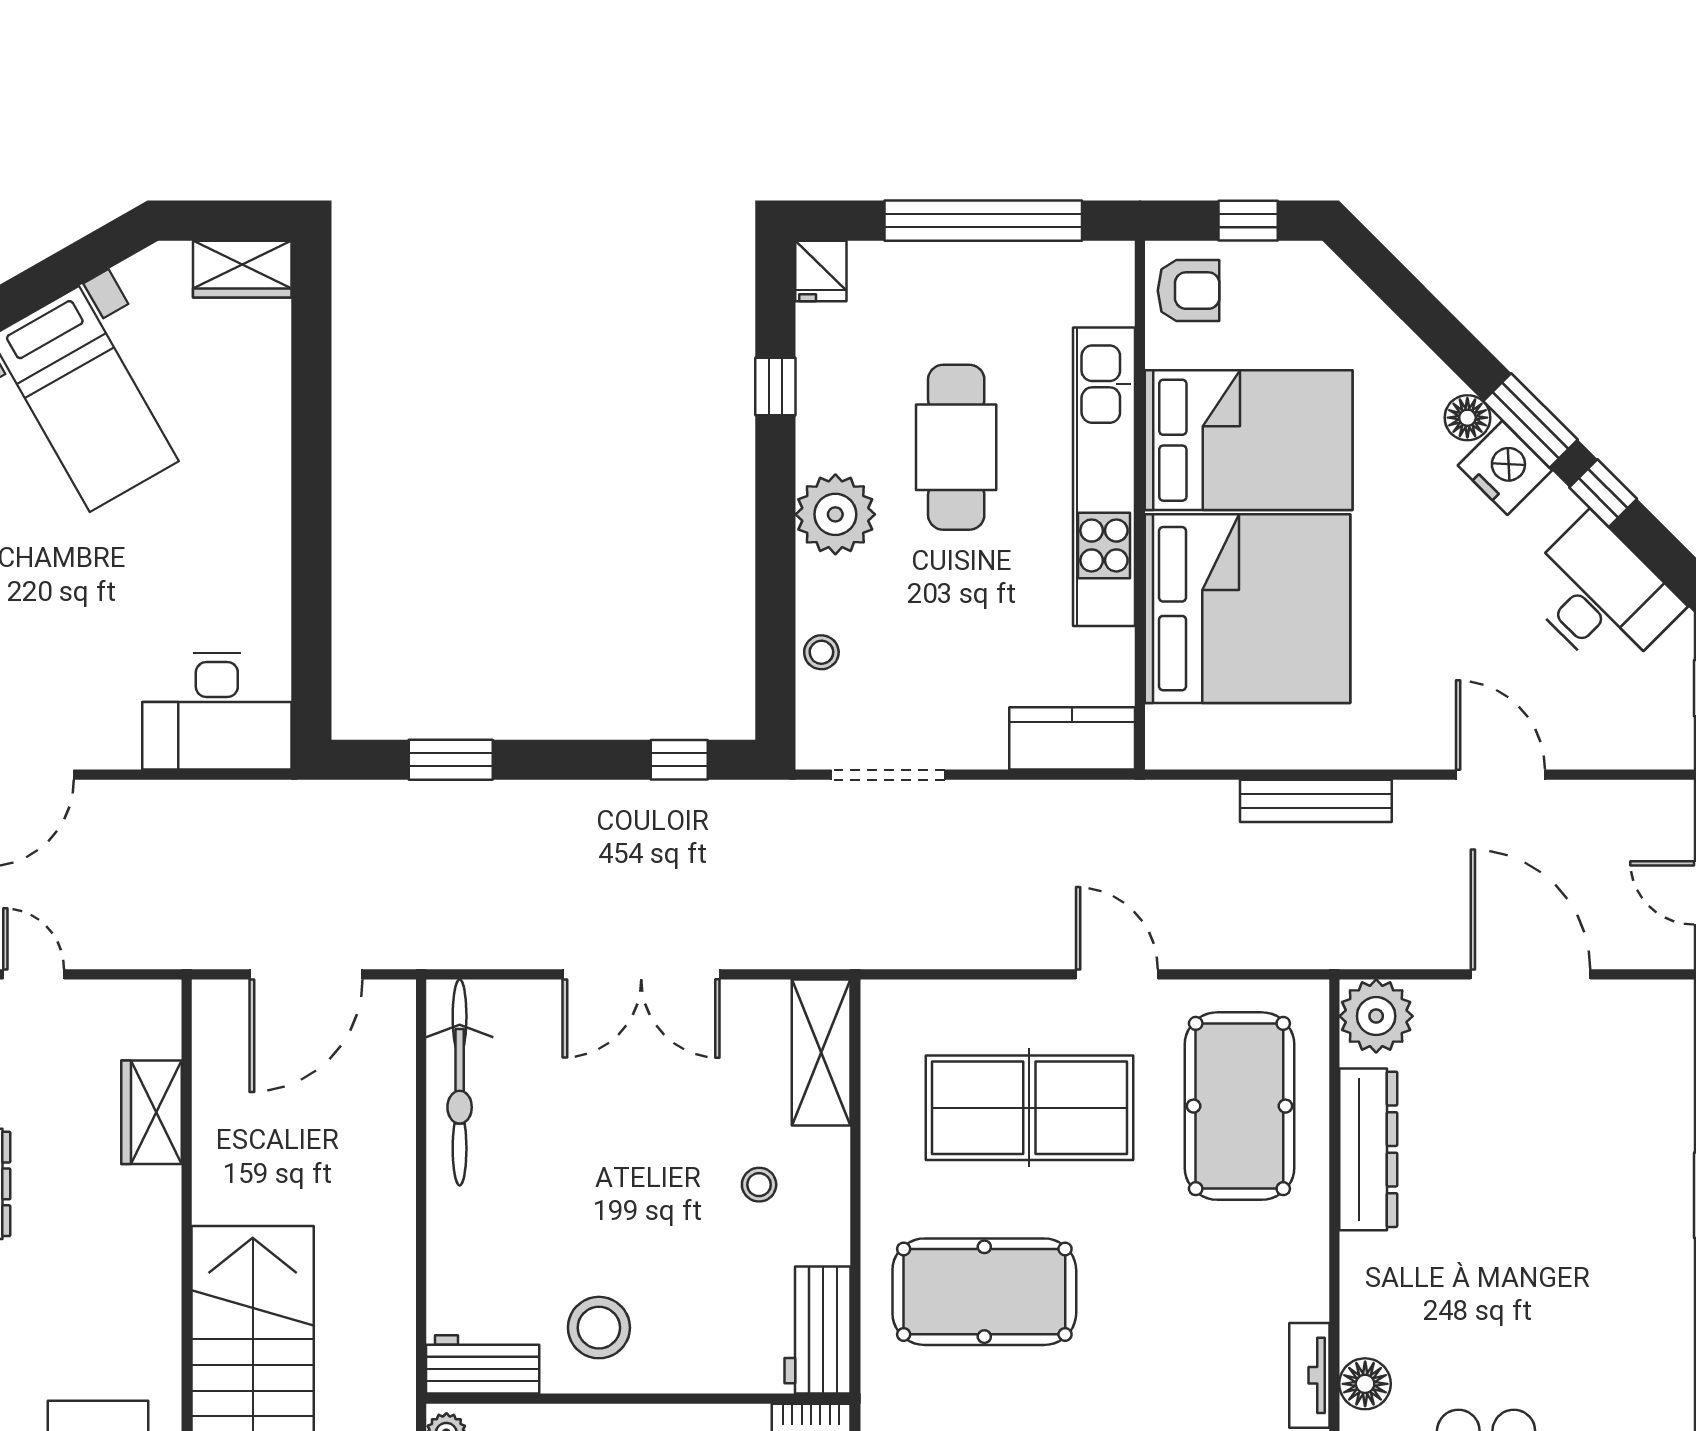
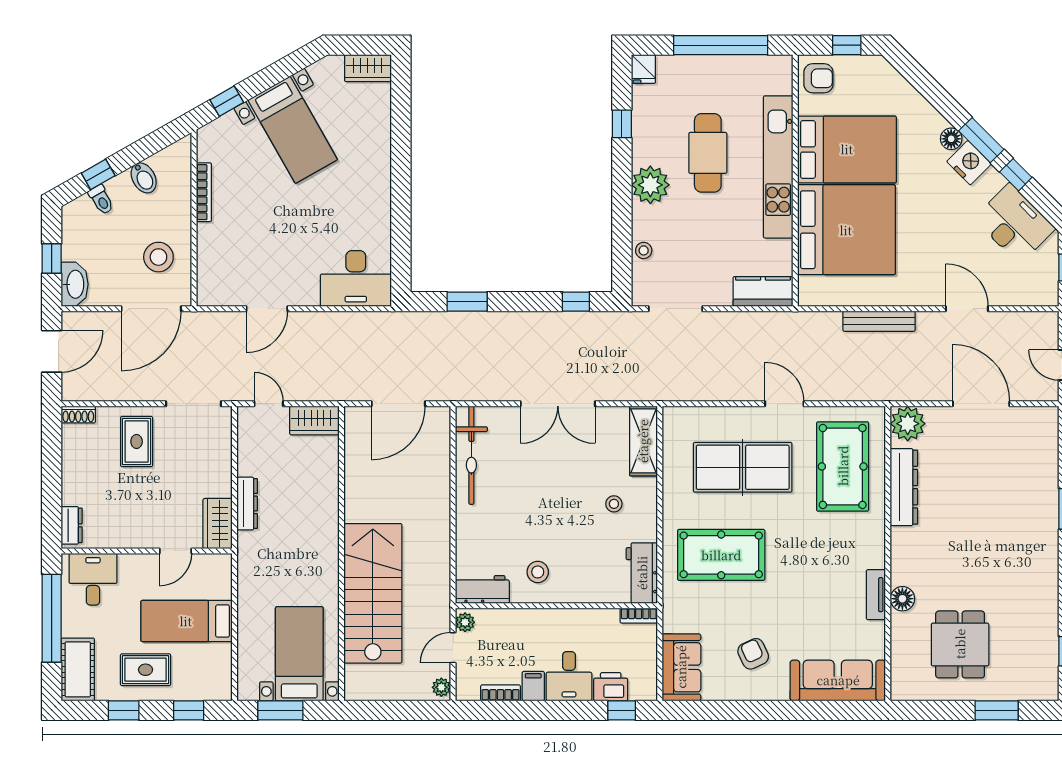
wardrobe: (151, 1112) -> (314, 420), moved, turned -90
stool: (599, 1328) -> (538, 572), width x0.73, depth x0.73

